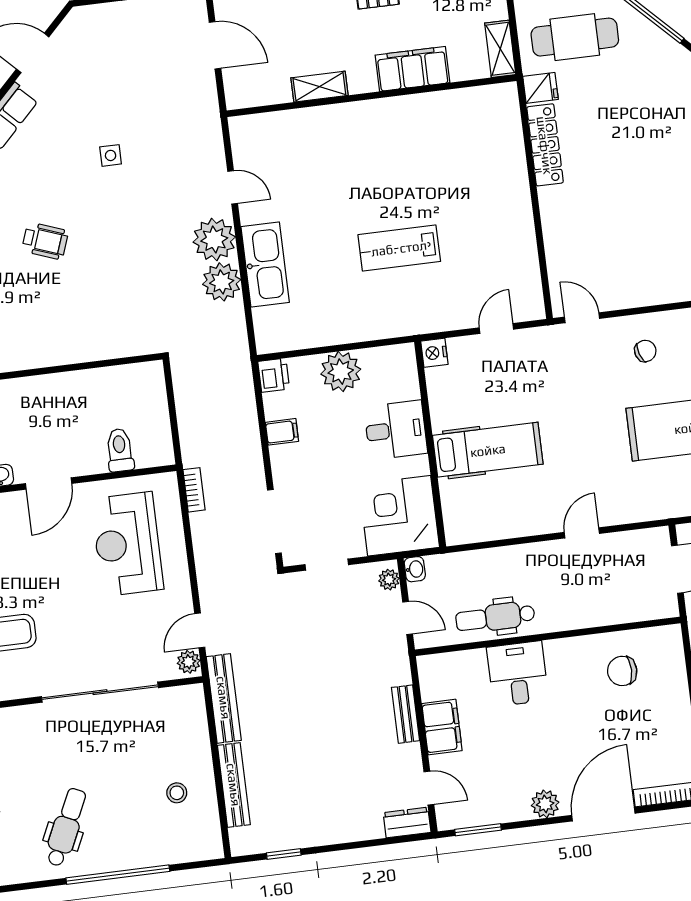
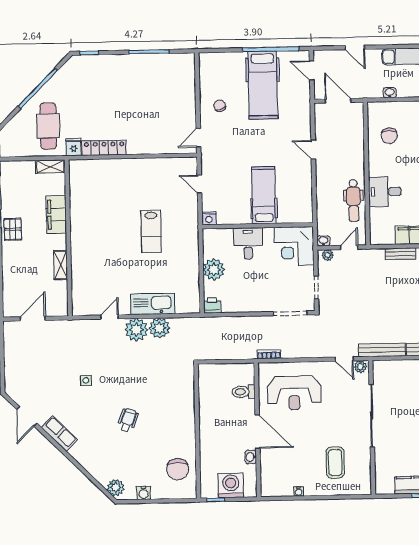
filing cabinet: (282, 432) -> (243, 304), removed
door: (49, 483) -> (257, 432), width x1.36

